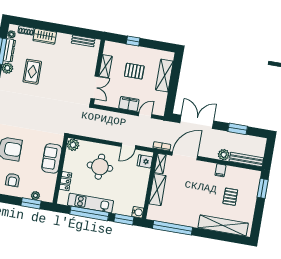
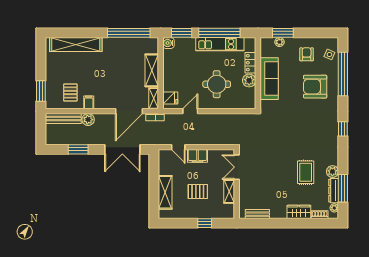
door: (145, 115) -> (178, 147), hinge flipped
plant: (73, 145) -> (249, 80), moved
sofa: (52, 158) -> (269, 79), width x1.36
pallet: (230, 197) -> (70, 92), moved

